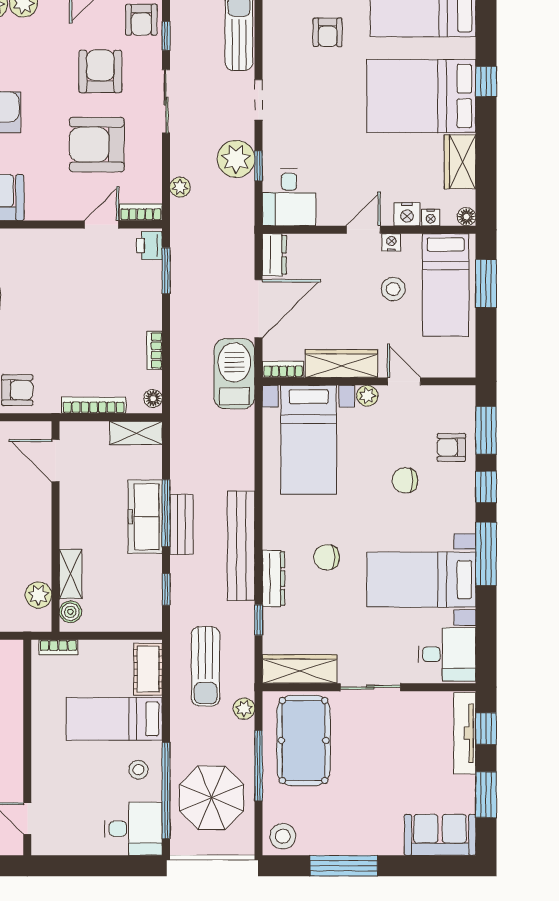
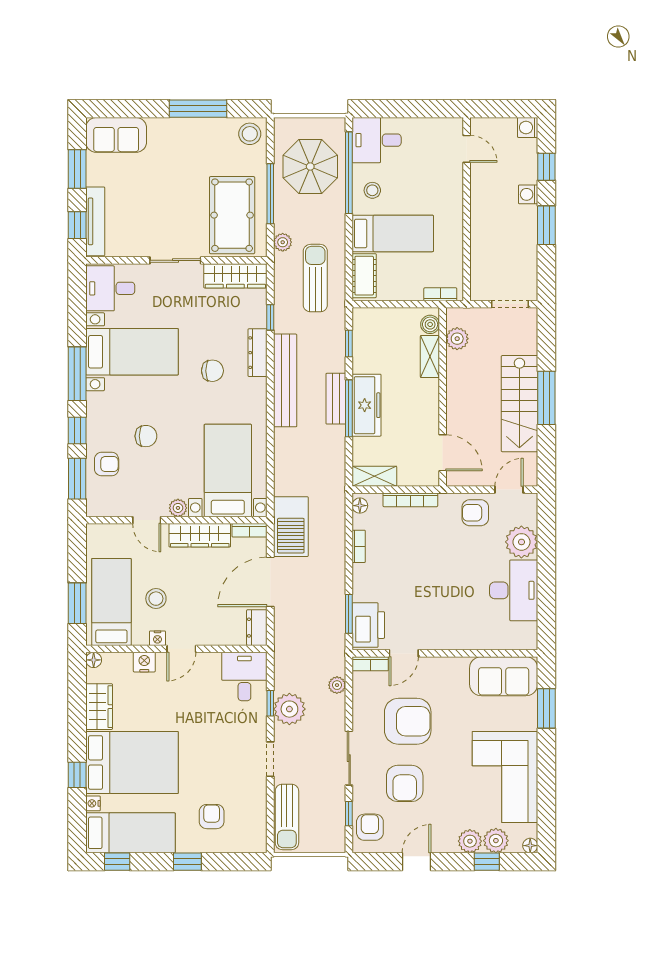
nightstand: (431, 217) -> (93, 803), moved, turned -90
printer: (149, 246) -> (368, 625), width x1.87, depth x1.48

